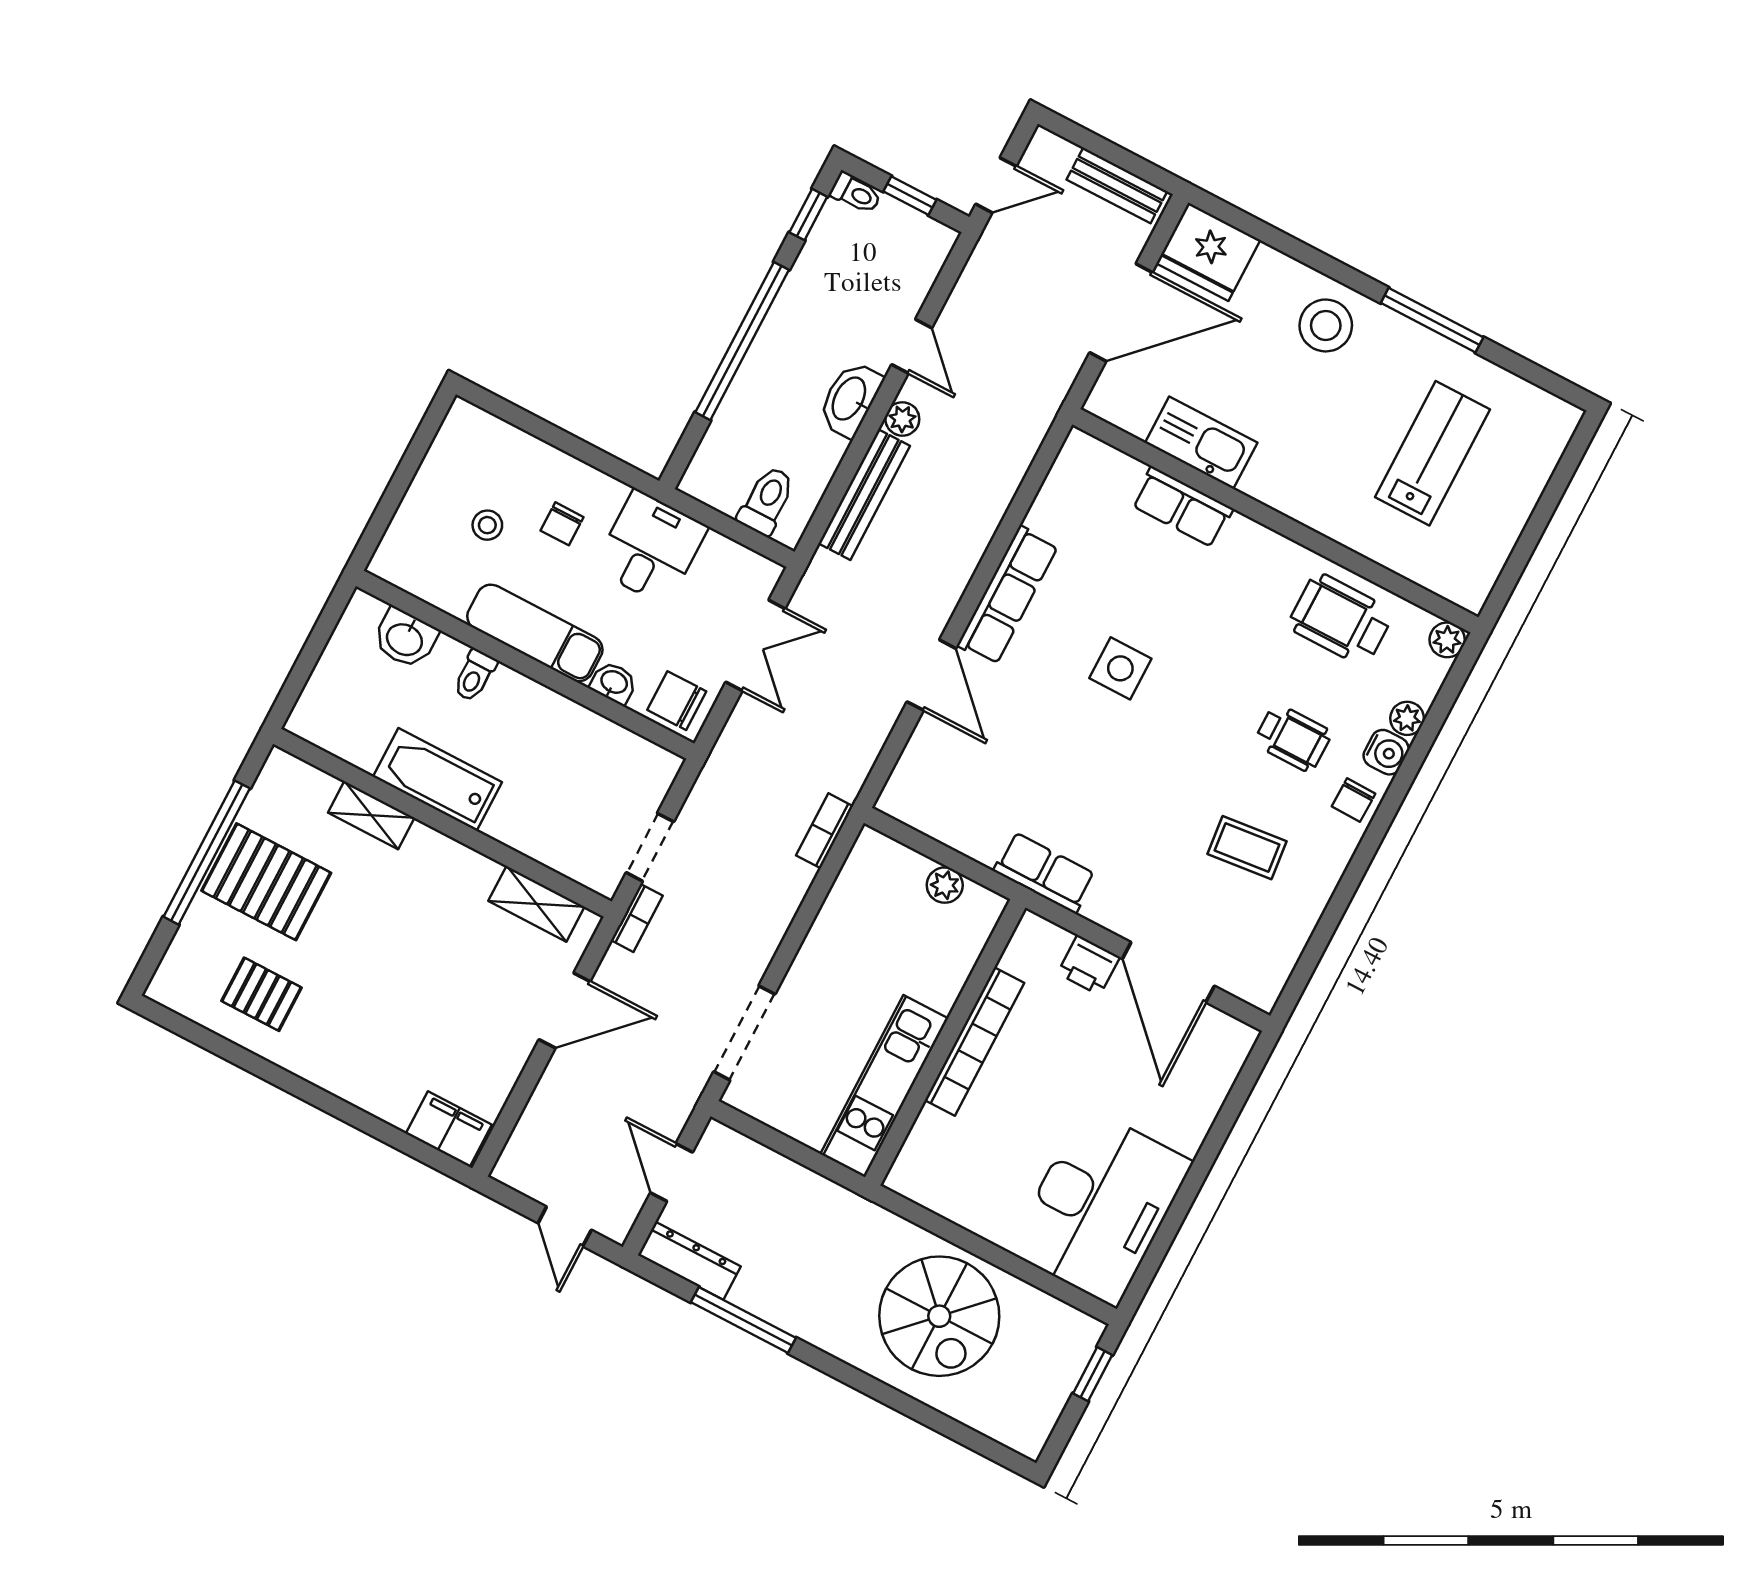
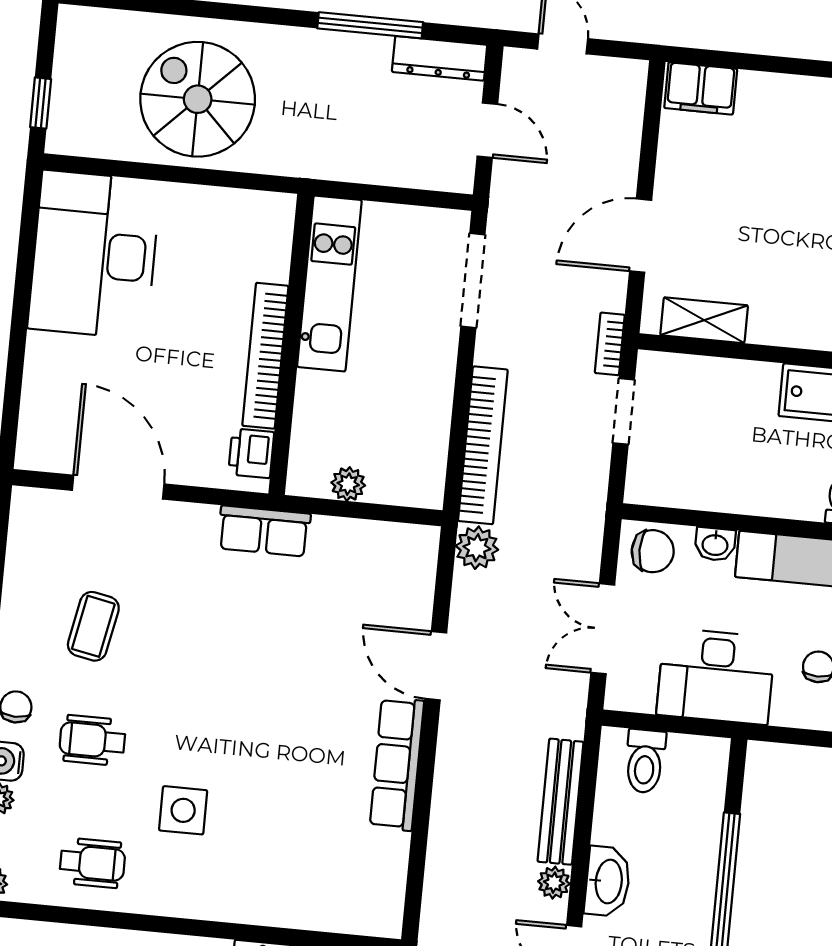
row of seats: (1182, 507) -> (274, 906), removed
desk: (651, 548) -> (716, 676), width x1.37
wheelchair: (1341, 619) -> (93, 863), width x0.73, depth x0.73
side table: (1120, 668) -> (183, 810), moved
plant: (845, 773) -> (477, 548), added
bookcase: (825, 831) -> (483, 445), width x2.31, depth x1.31
coffee table: (1247, 848) -> (93, 626), turned -73
printer: (1089, 965) -> (251, 453), moved, turned -90

